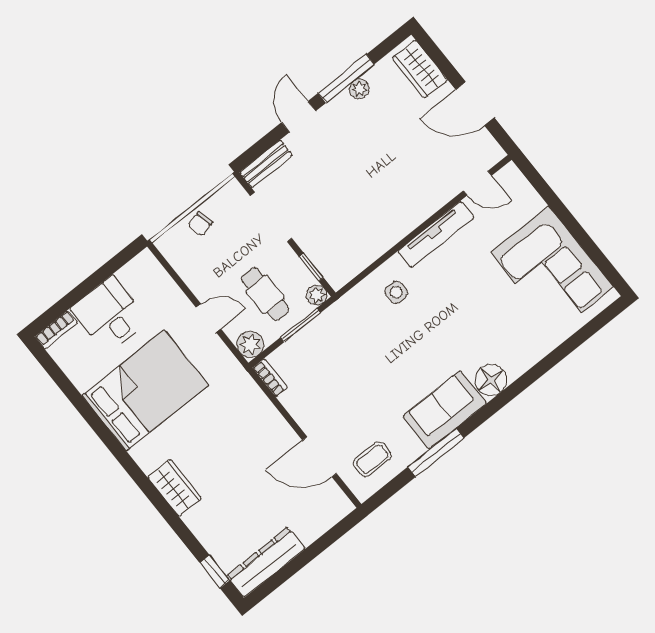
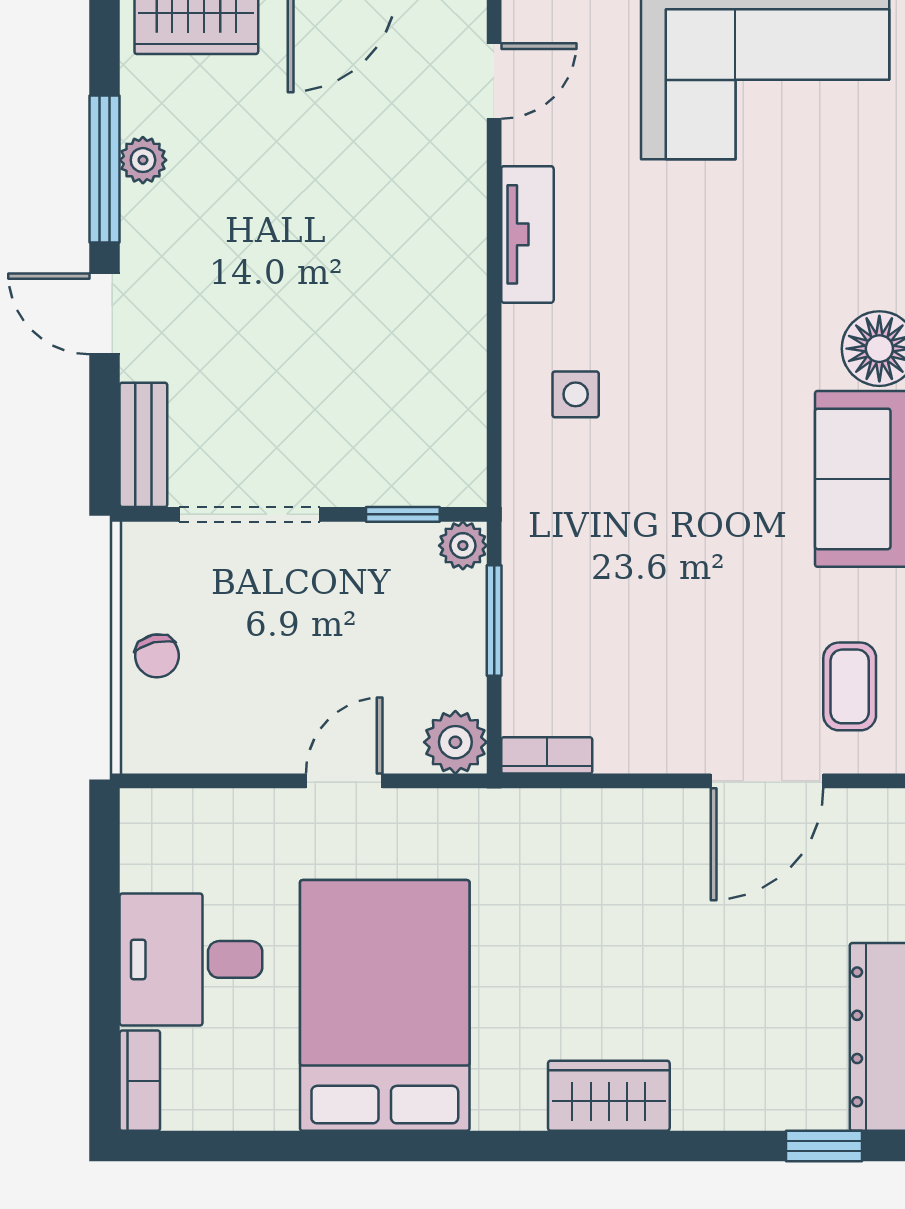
tv unit: (436, 235) -> (527, 234), width x0.71
cafe table: (265, 294) -> (384, 640), removed

